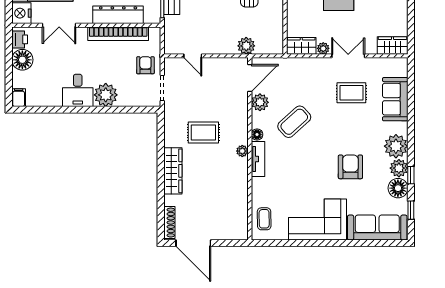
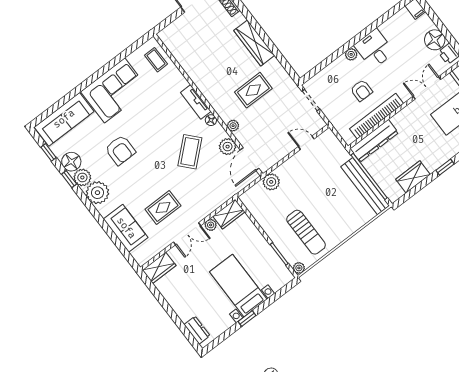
dresser: (118, 15) -> (374, 141), moved
armchair: (145, 65) -> (361, 91), moved
plant: (106, 95) -> (351, 54), width x0.53, depth x0.53
plant: (242, 151) -> (233, 126), moved

